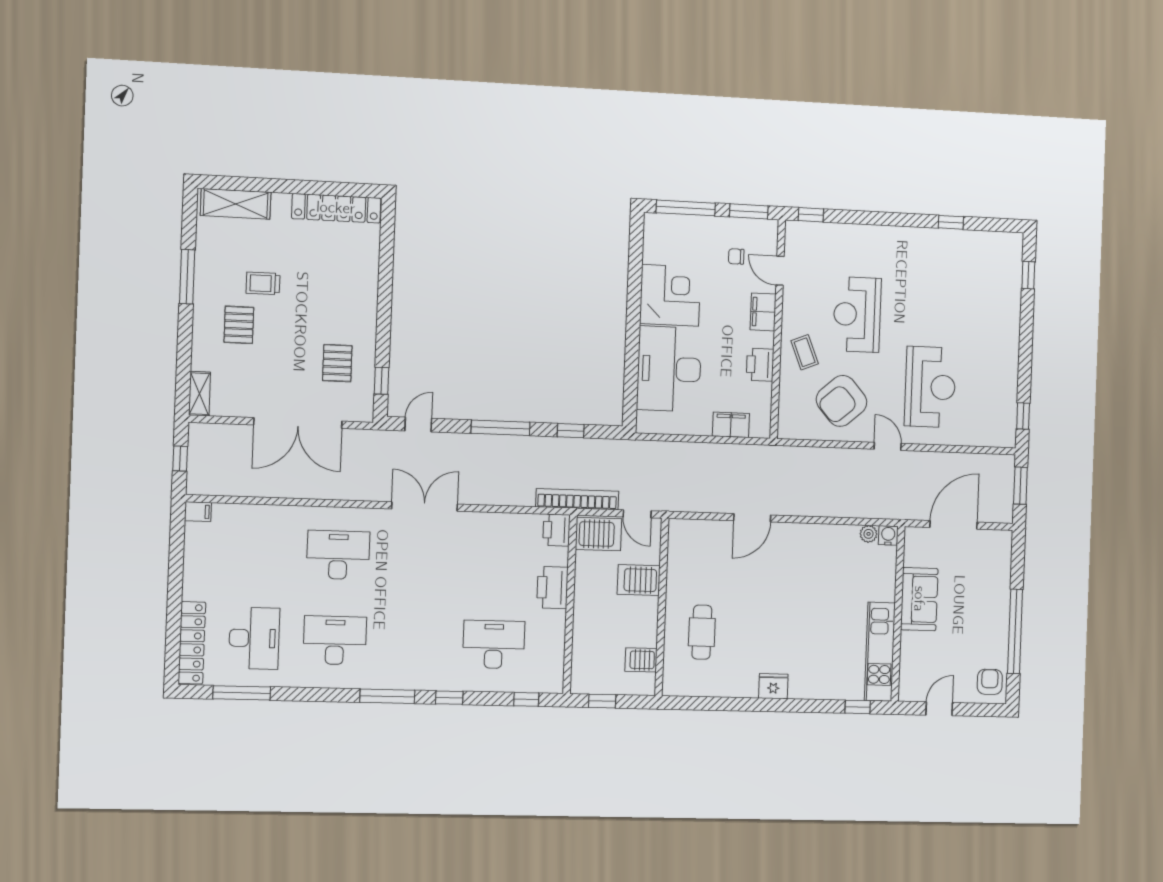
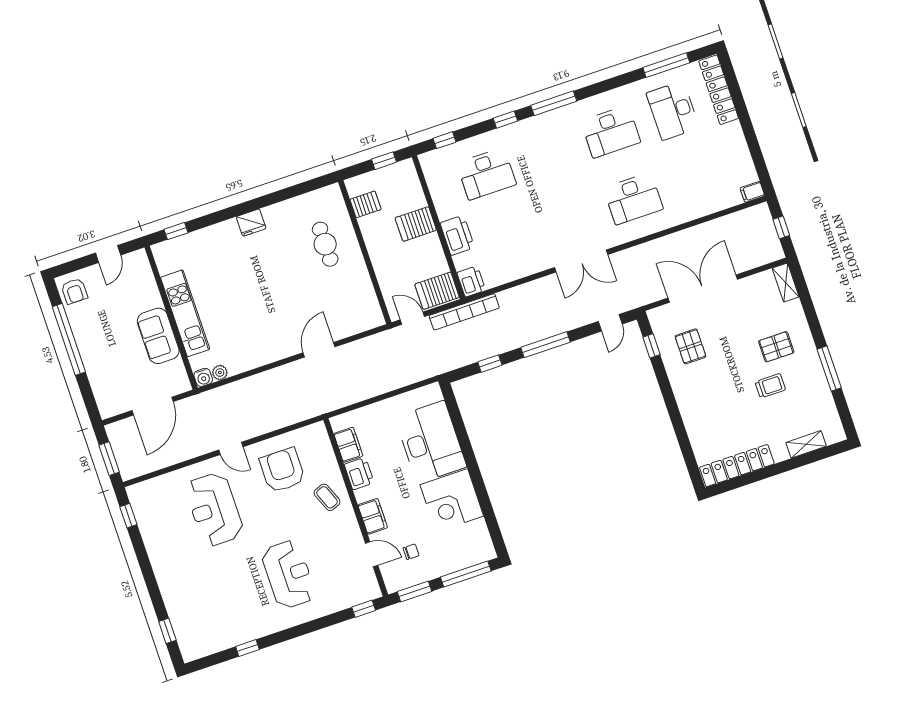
shelving: (236, 204) -> (806, 444), width x0.67, depth x0.75
reception desk: (857, 314) -> (289, 574), moved
pallet: (239, 325) -> (776, 347), turned 90
armchair: (842, 401) -> (282, 470), turned -49
filing cabinet: (731, 425) -> (348, 445), moved, turned -90
server rack: (639, 580) -> (416, 224), moved, turned 180
kitchen unit: (880, 652) -> (185, 313), moved

